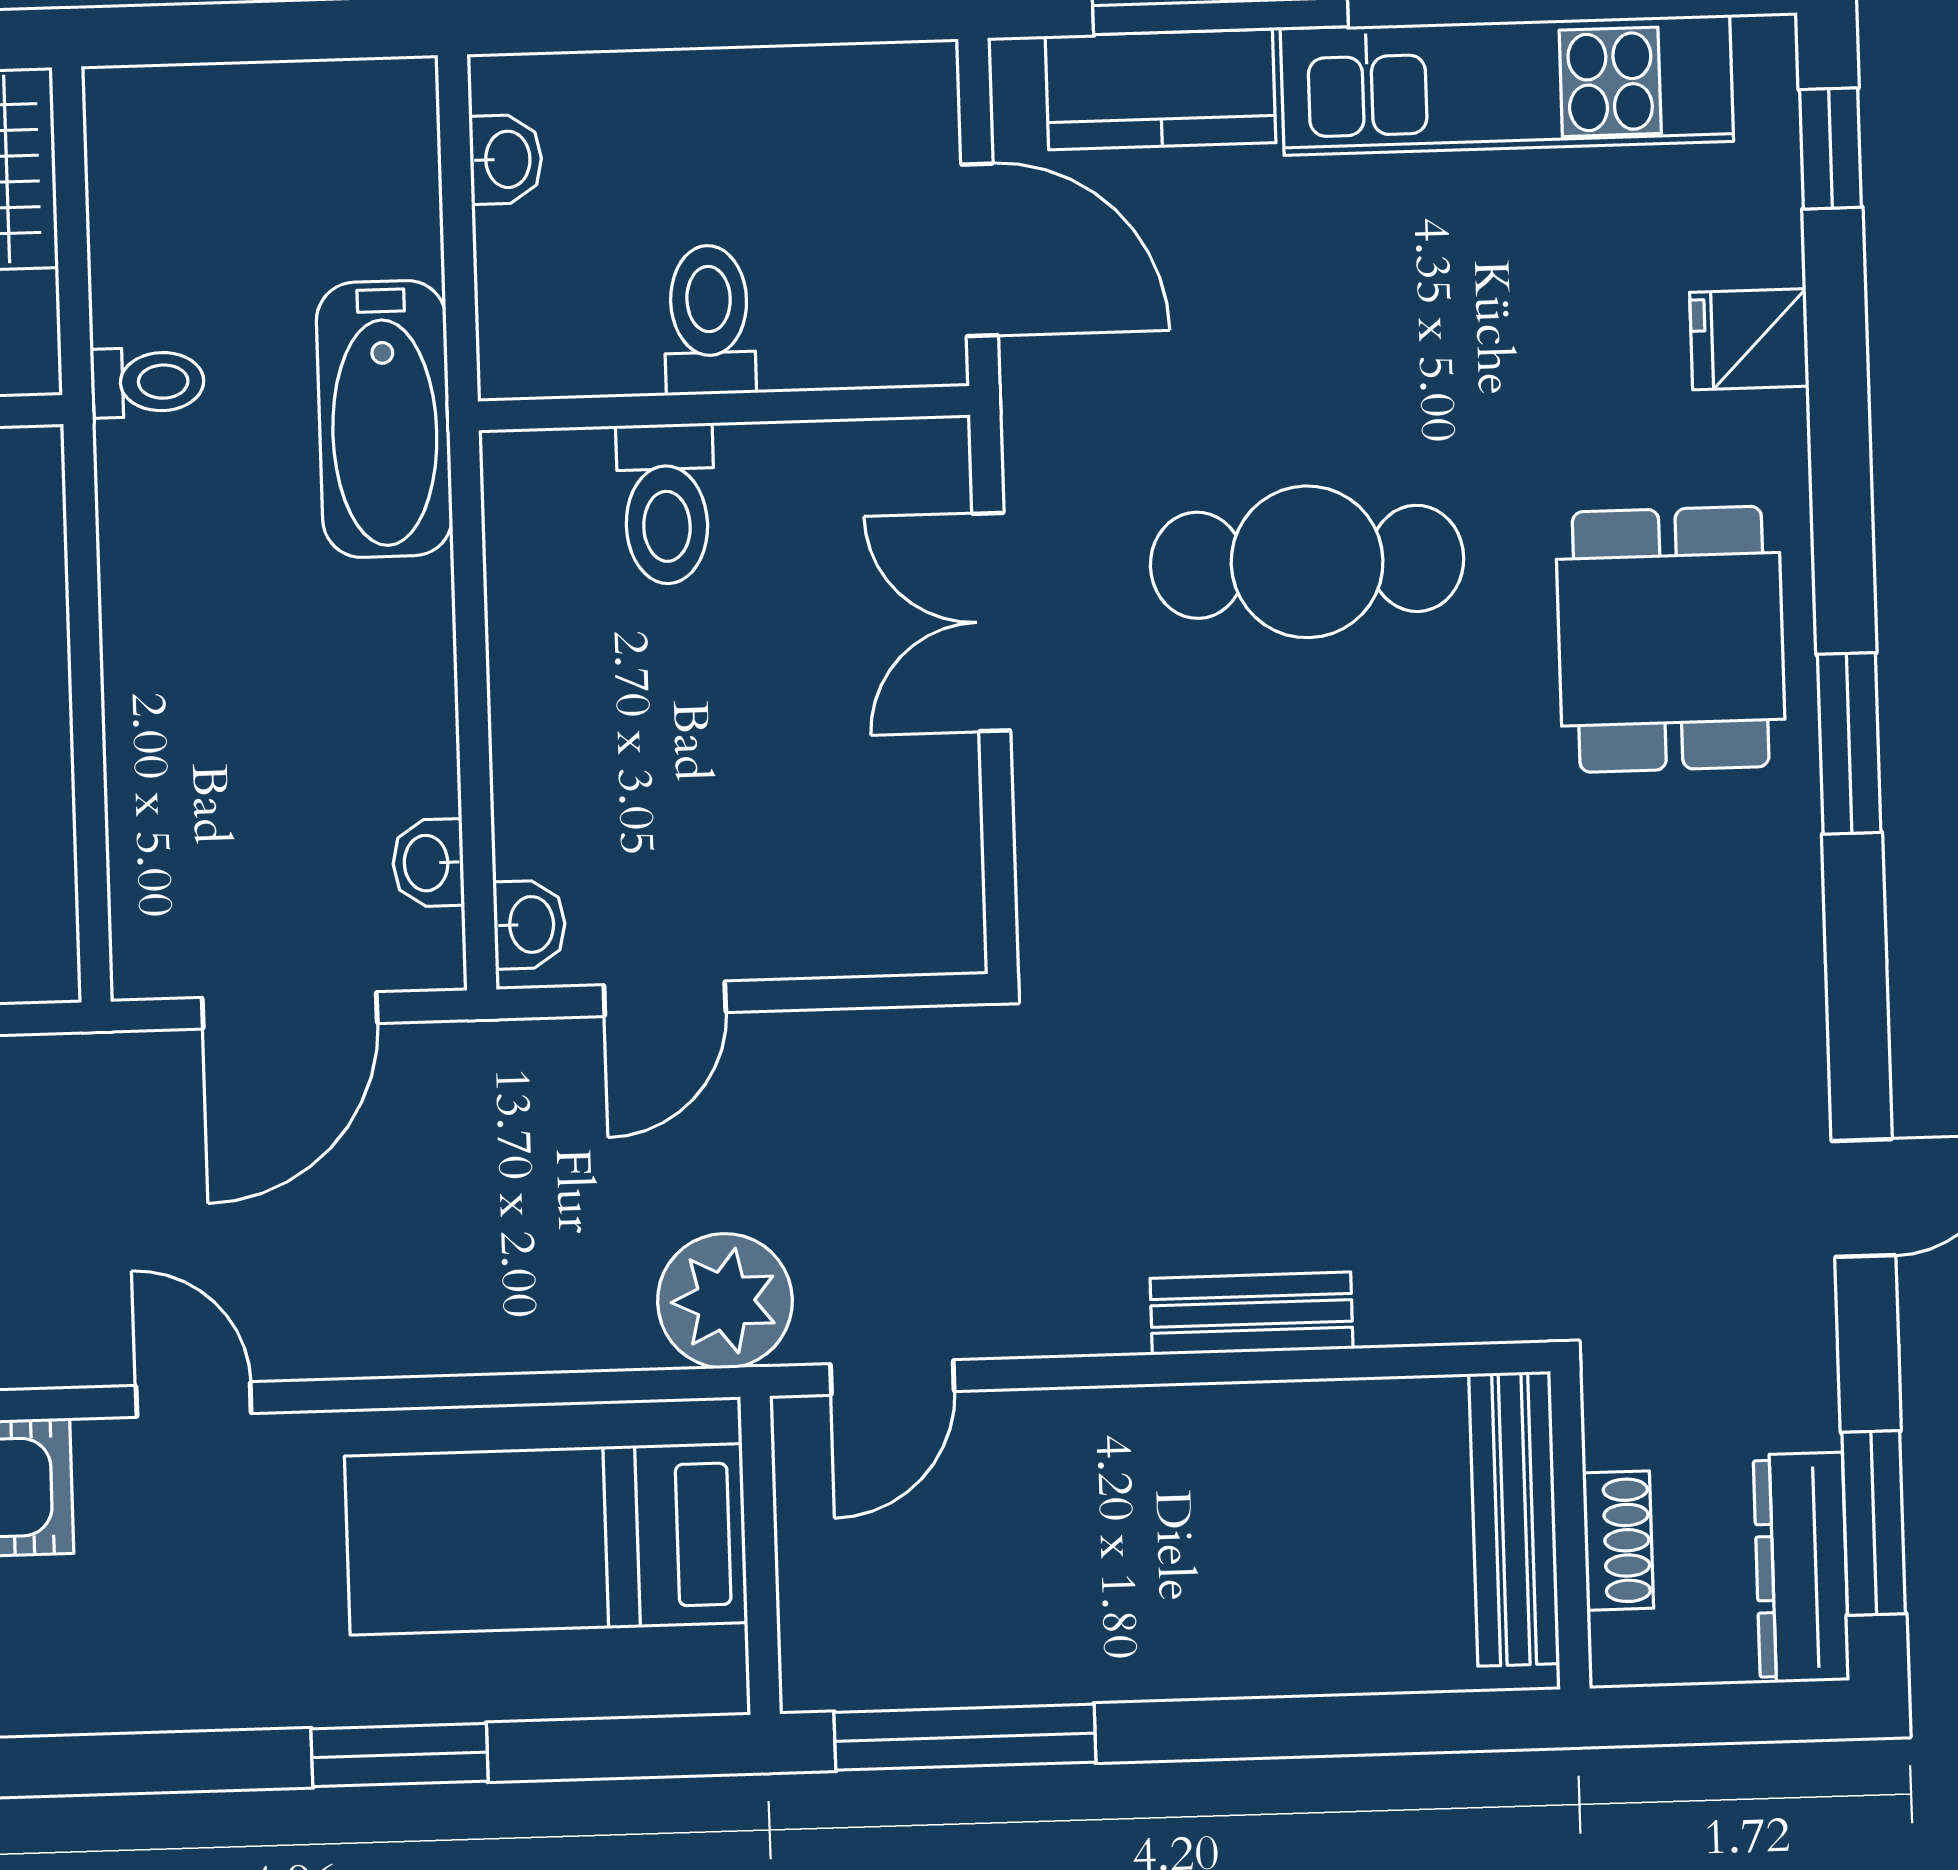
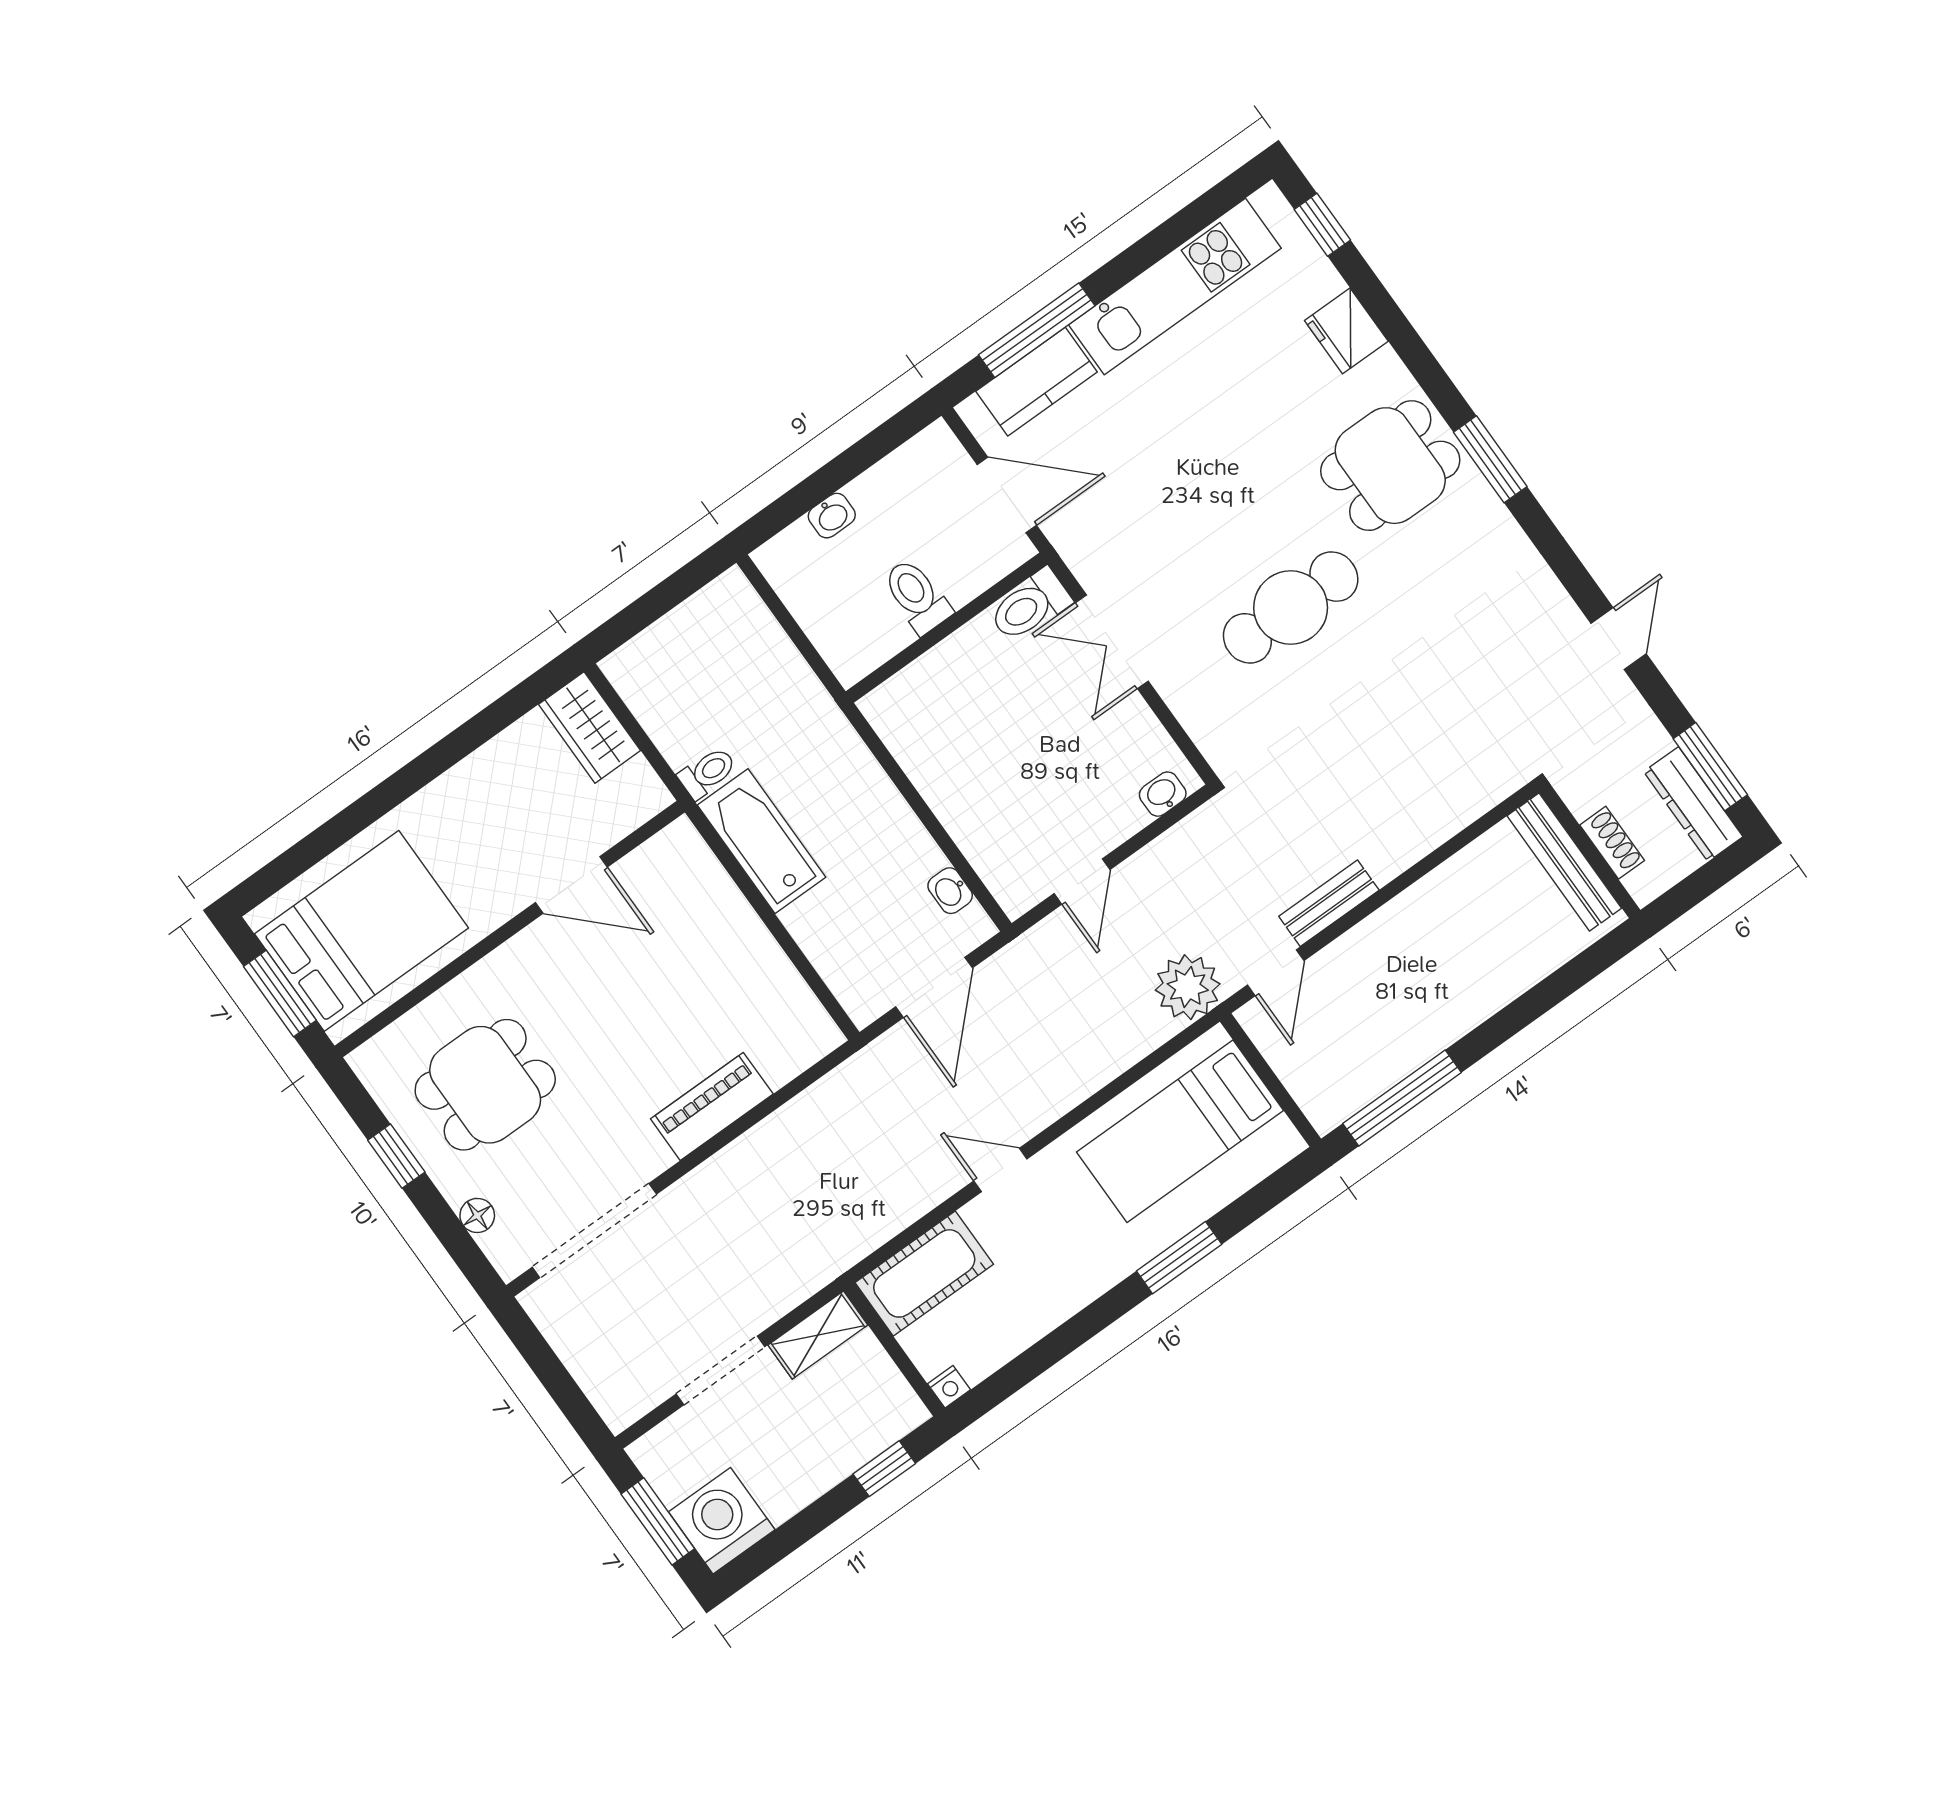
washbasin: (506, 159) -> (832, 516), moved, turned 90
fridge: (1749, 339) -> (1346, 331), width x1.38
bathtub: (384, 419) -> (762, 841), moved, turned 180
toilet: (666, 504) -> (1030, 605), moved, turned 90
cafe table: (1307, 562) -> (1291, 607), moved
dining table: (1671, 639) -> (1390, 466), turned 90
washbasin: (529, 925) -> (1163, 794), moved, turned -90
bench: (1252, 1313) -> (1329, 903), moved

